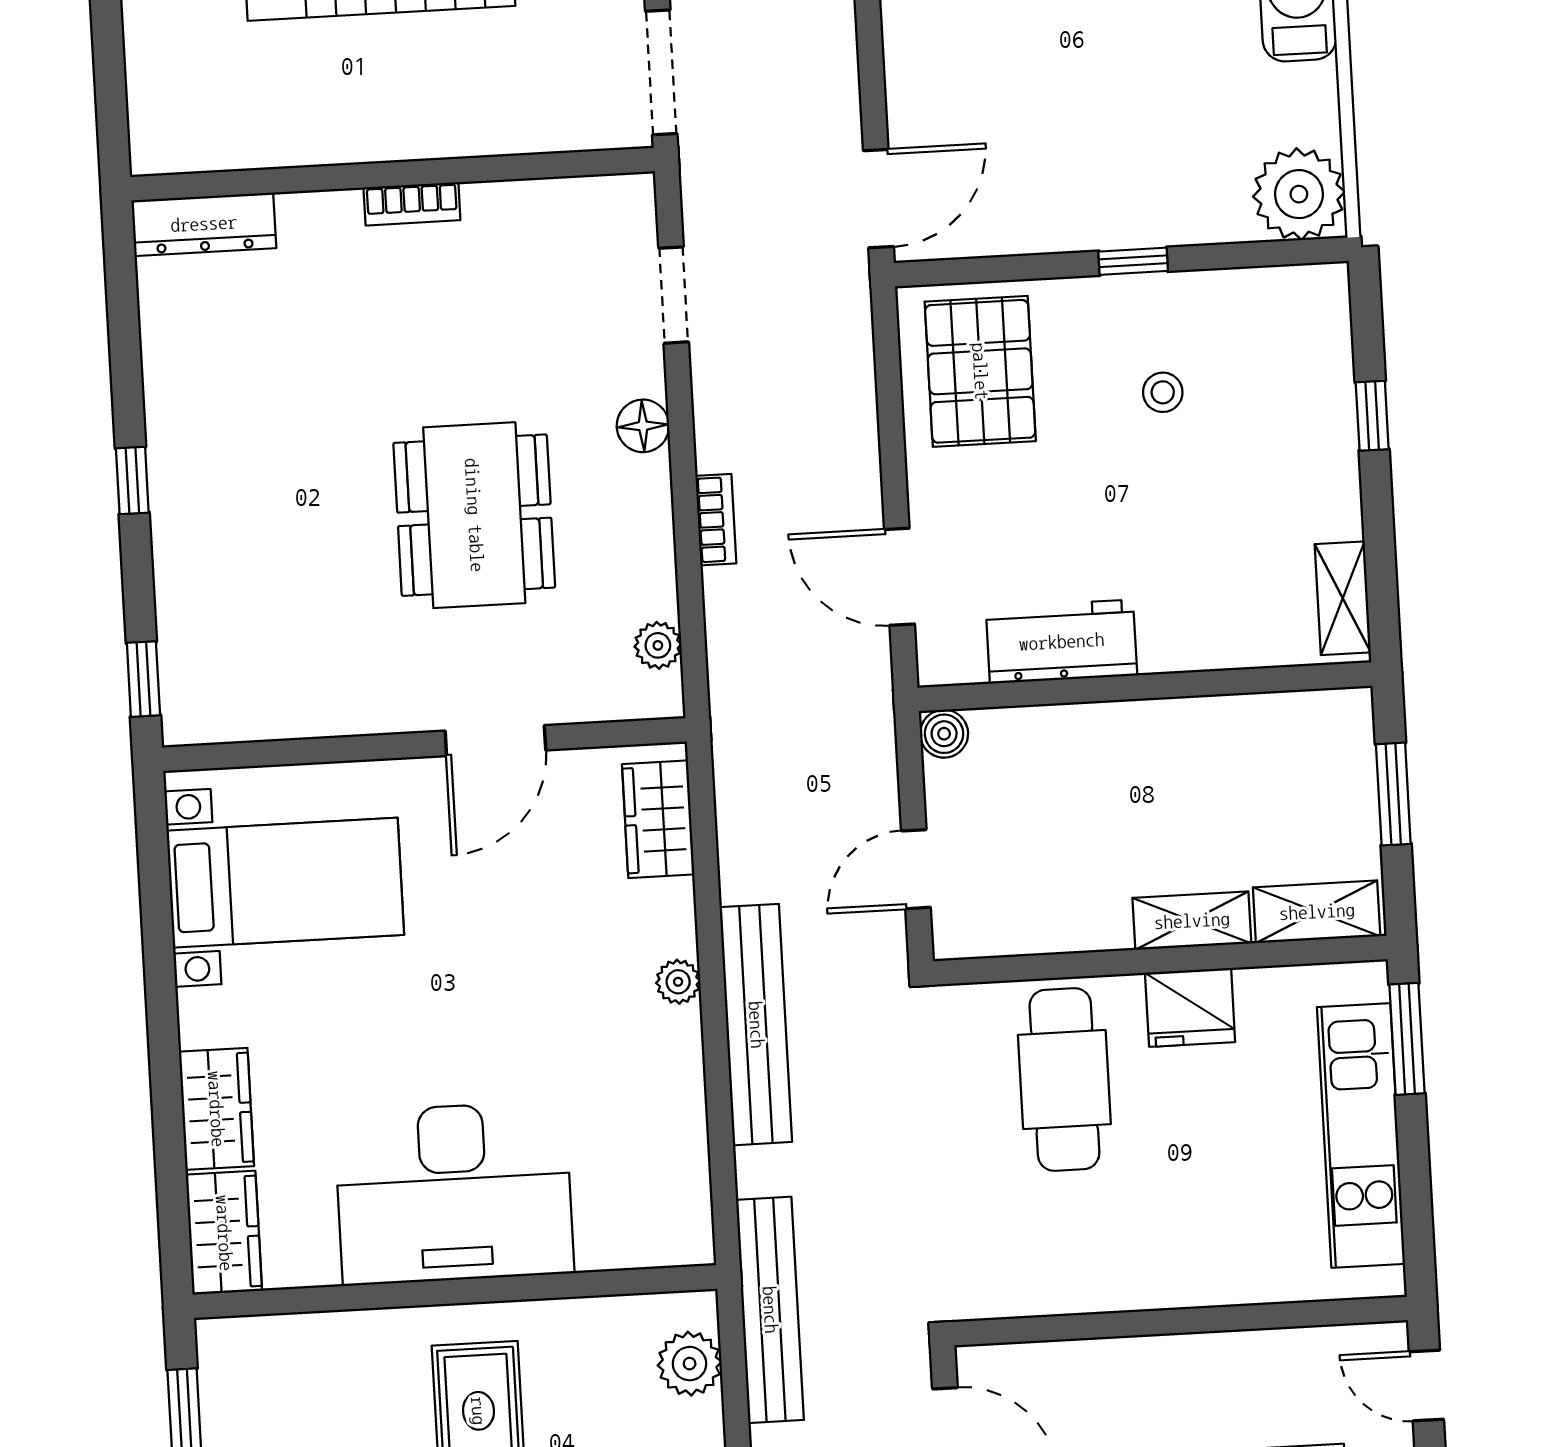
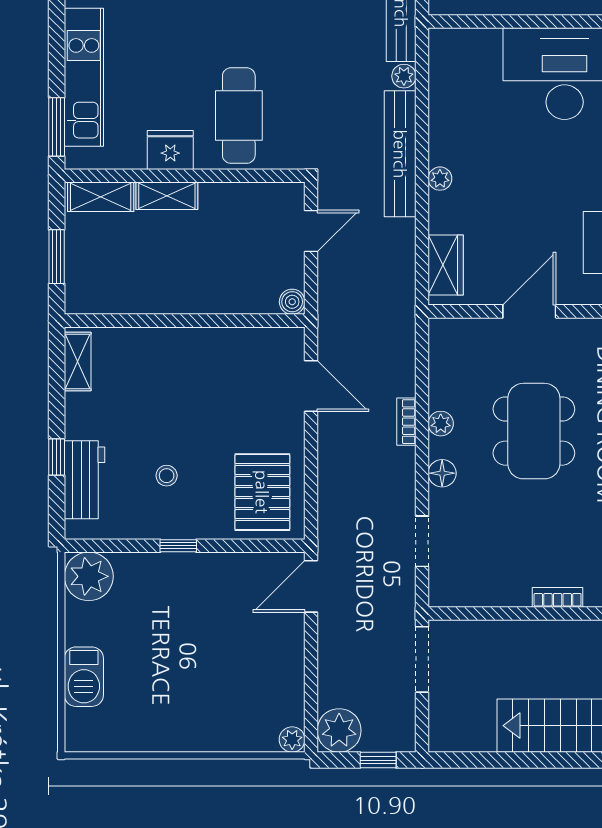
workbench: (1062, 642) -> (85, 480), moved, turned -90
plant: (658, 645) -> (441, 424), moved
plant: (757, 1171) -> (404, 76), added

